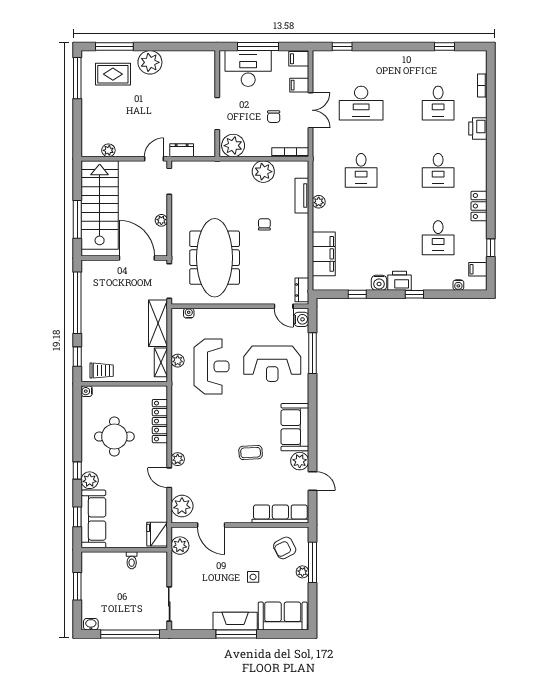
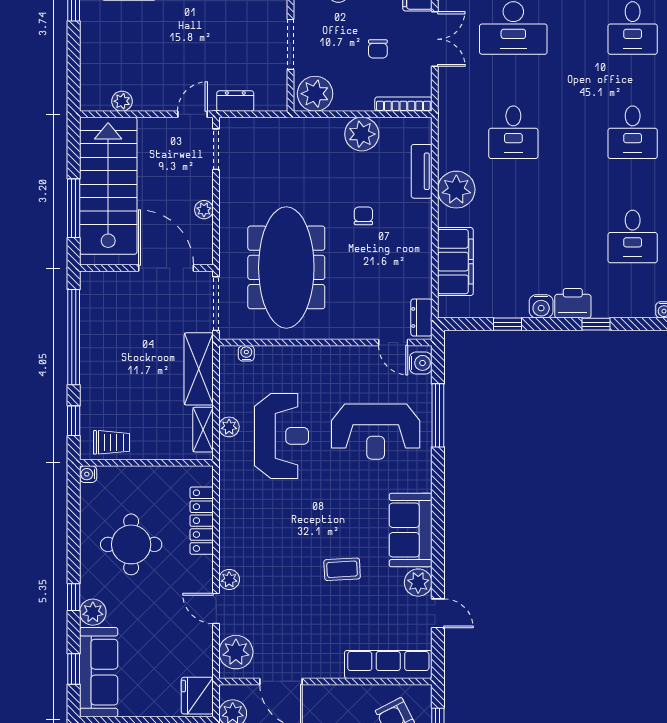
plant: (319, 202) -> (456, 190), width x1.87, depth x1.87

